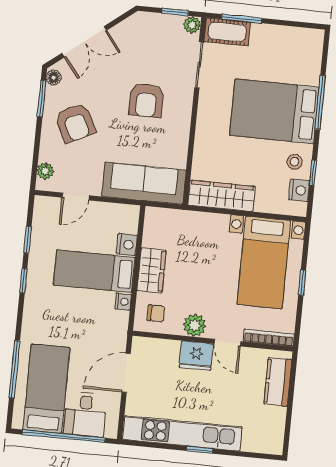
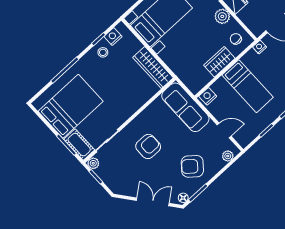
bed: (274, 111) -> (71, 106), moved, turned -90
armchair: (75, 123) -> (192, 166), turned -114
nightstand: (127, 245) -> (208, 96), moved
nightstand: (123, 302) -> (260, 47), moved

